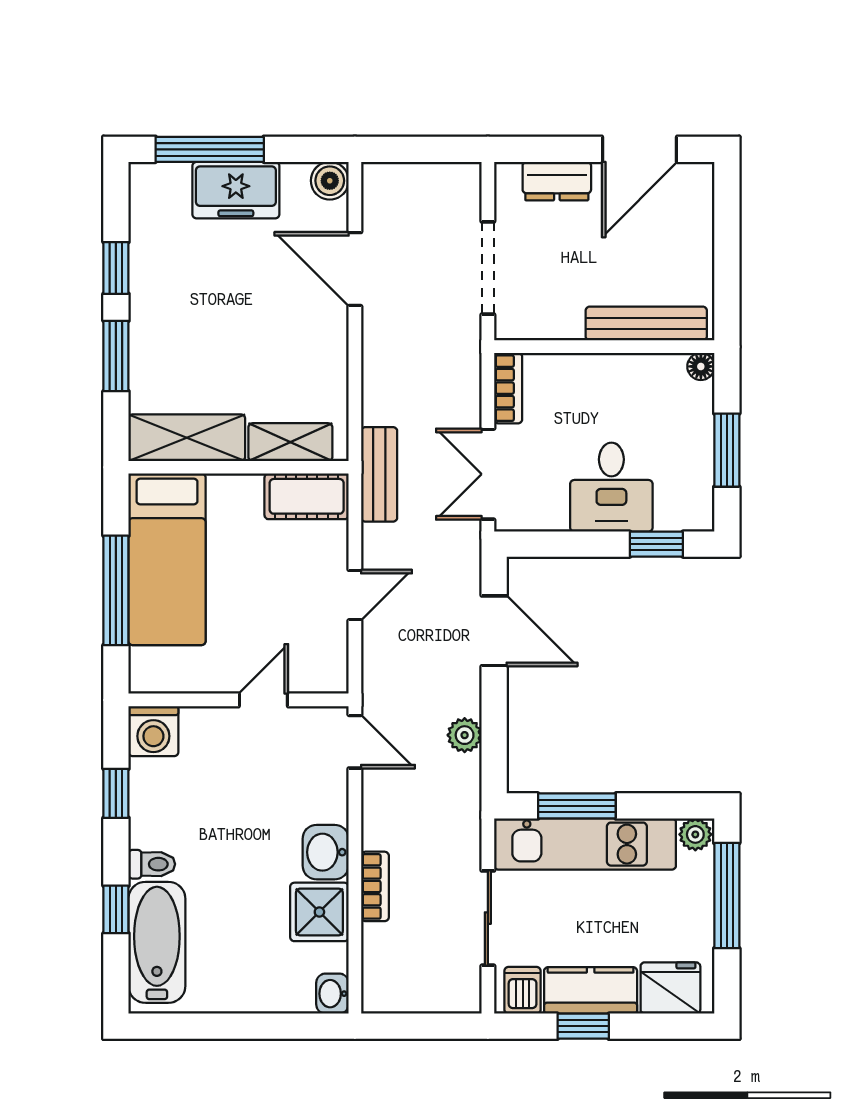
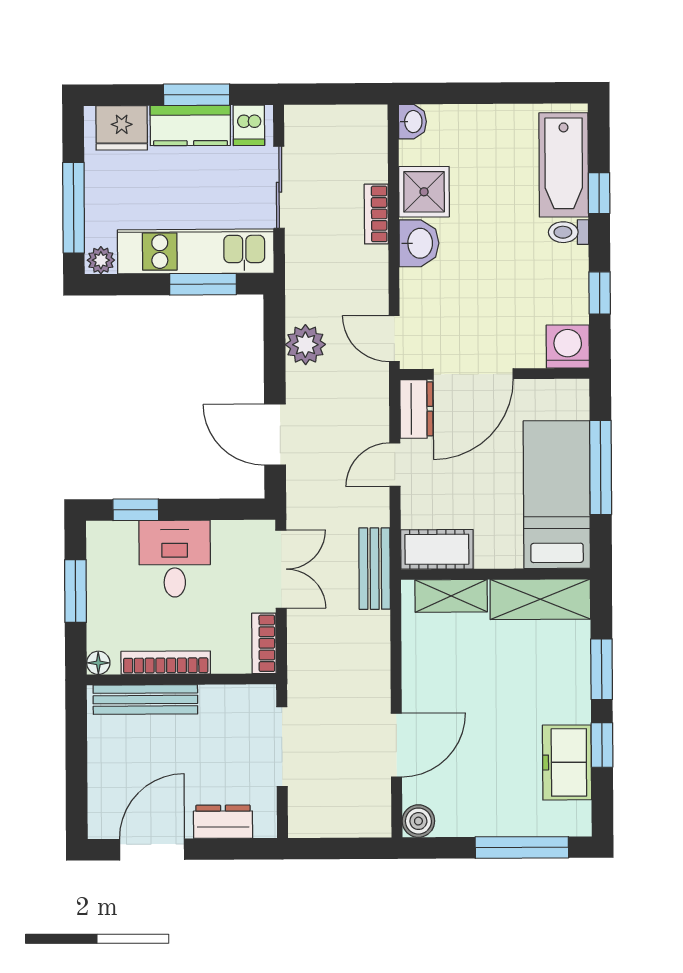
freezer: (236, 190) -> (567, 762), moved, turned -90
door: (355, 269) -> (396, 745), hinge flipped
bookcase: (622, 366) -> (166, 663), added
dresser: (329, 660) -> (416, 409), added
door: (263, 700) -> (473, 374), width x1.88
plant: (465, 735) -> (305, 345), width x1.38, depth x1.38
window: (583, 1026) -> (197, 95), width x1.50

